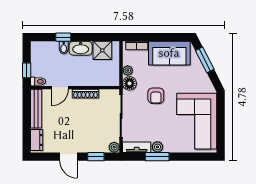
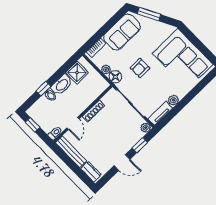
window: (27, 70) -> (33, 125), moved
armchair: (156, 96) -> (140, 68), turned 90
window: (157, 157) -> (179, 107), removed

